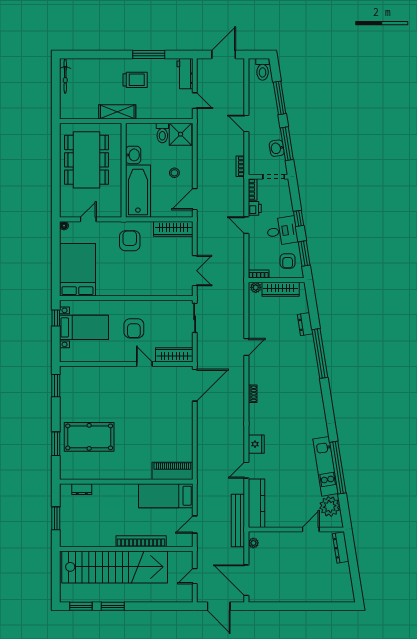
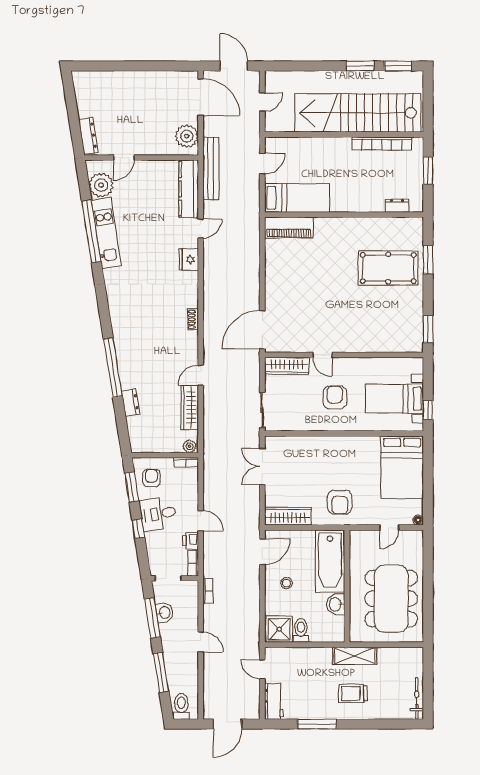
trolley: (135, 80) -> (353, 693), moved
wardrobe: (281, 289) -> (190, 408), moved, turned -90
bookcase: (141, 541) -> (382, 144), moved
plant: (253, 543) -> (187, 136), width x1.88, depth x1.88

